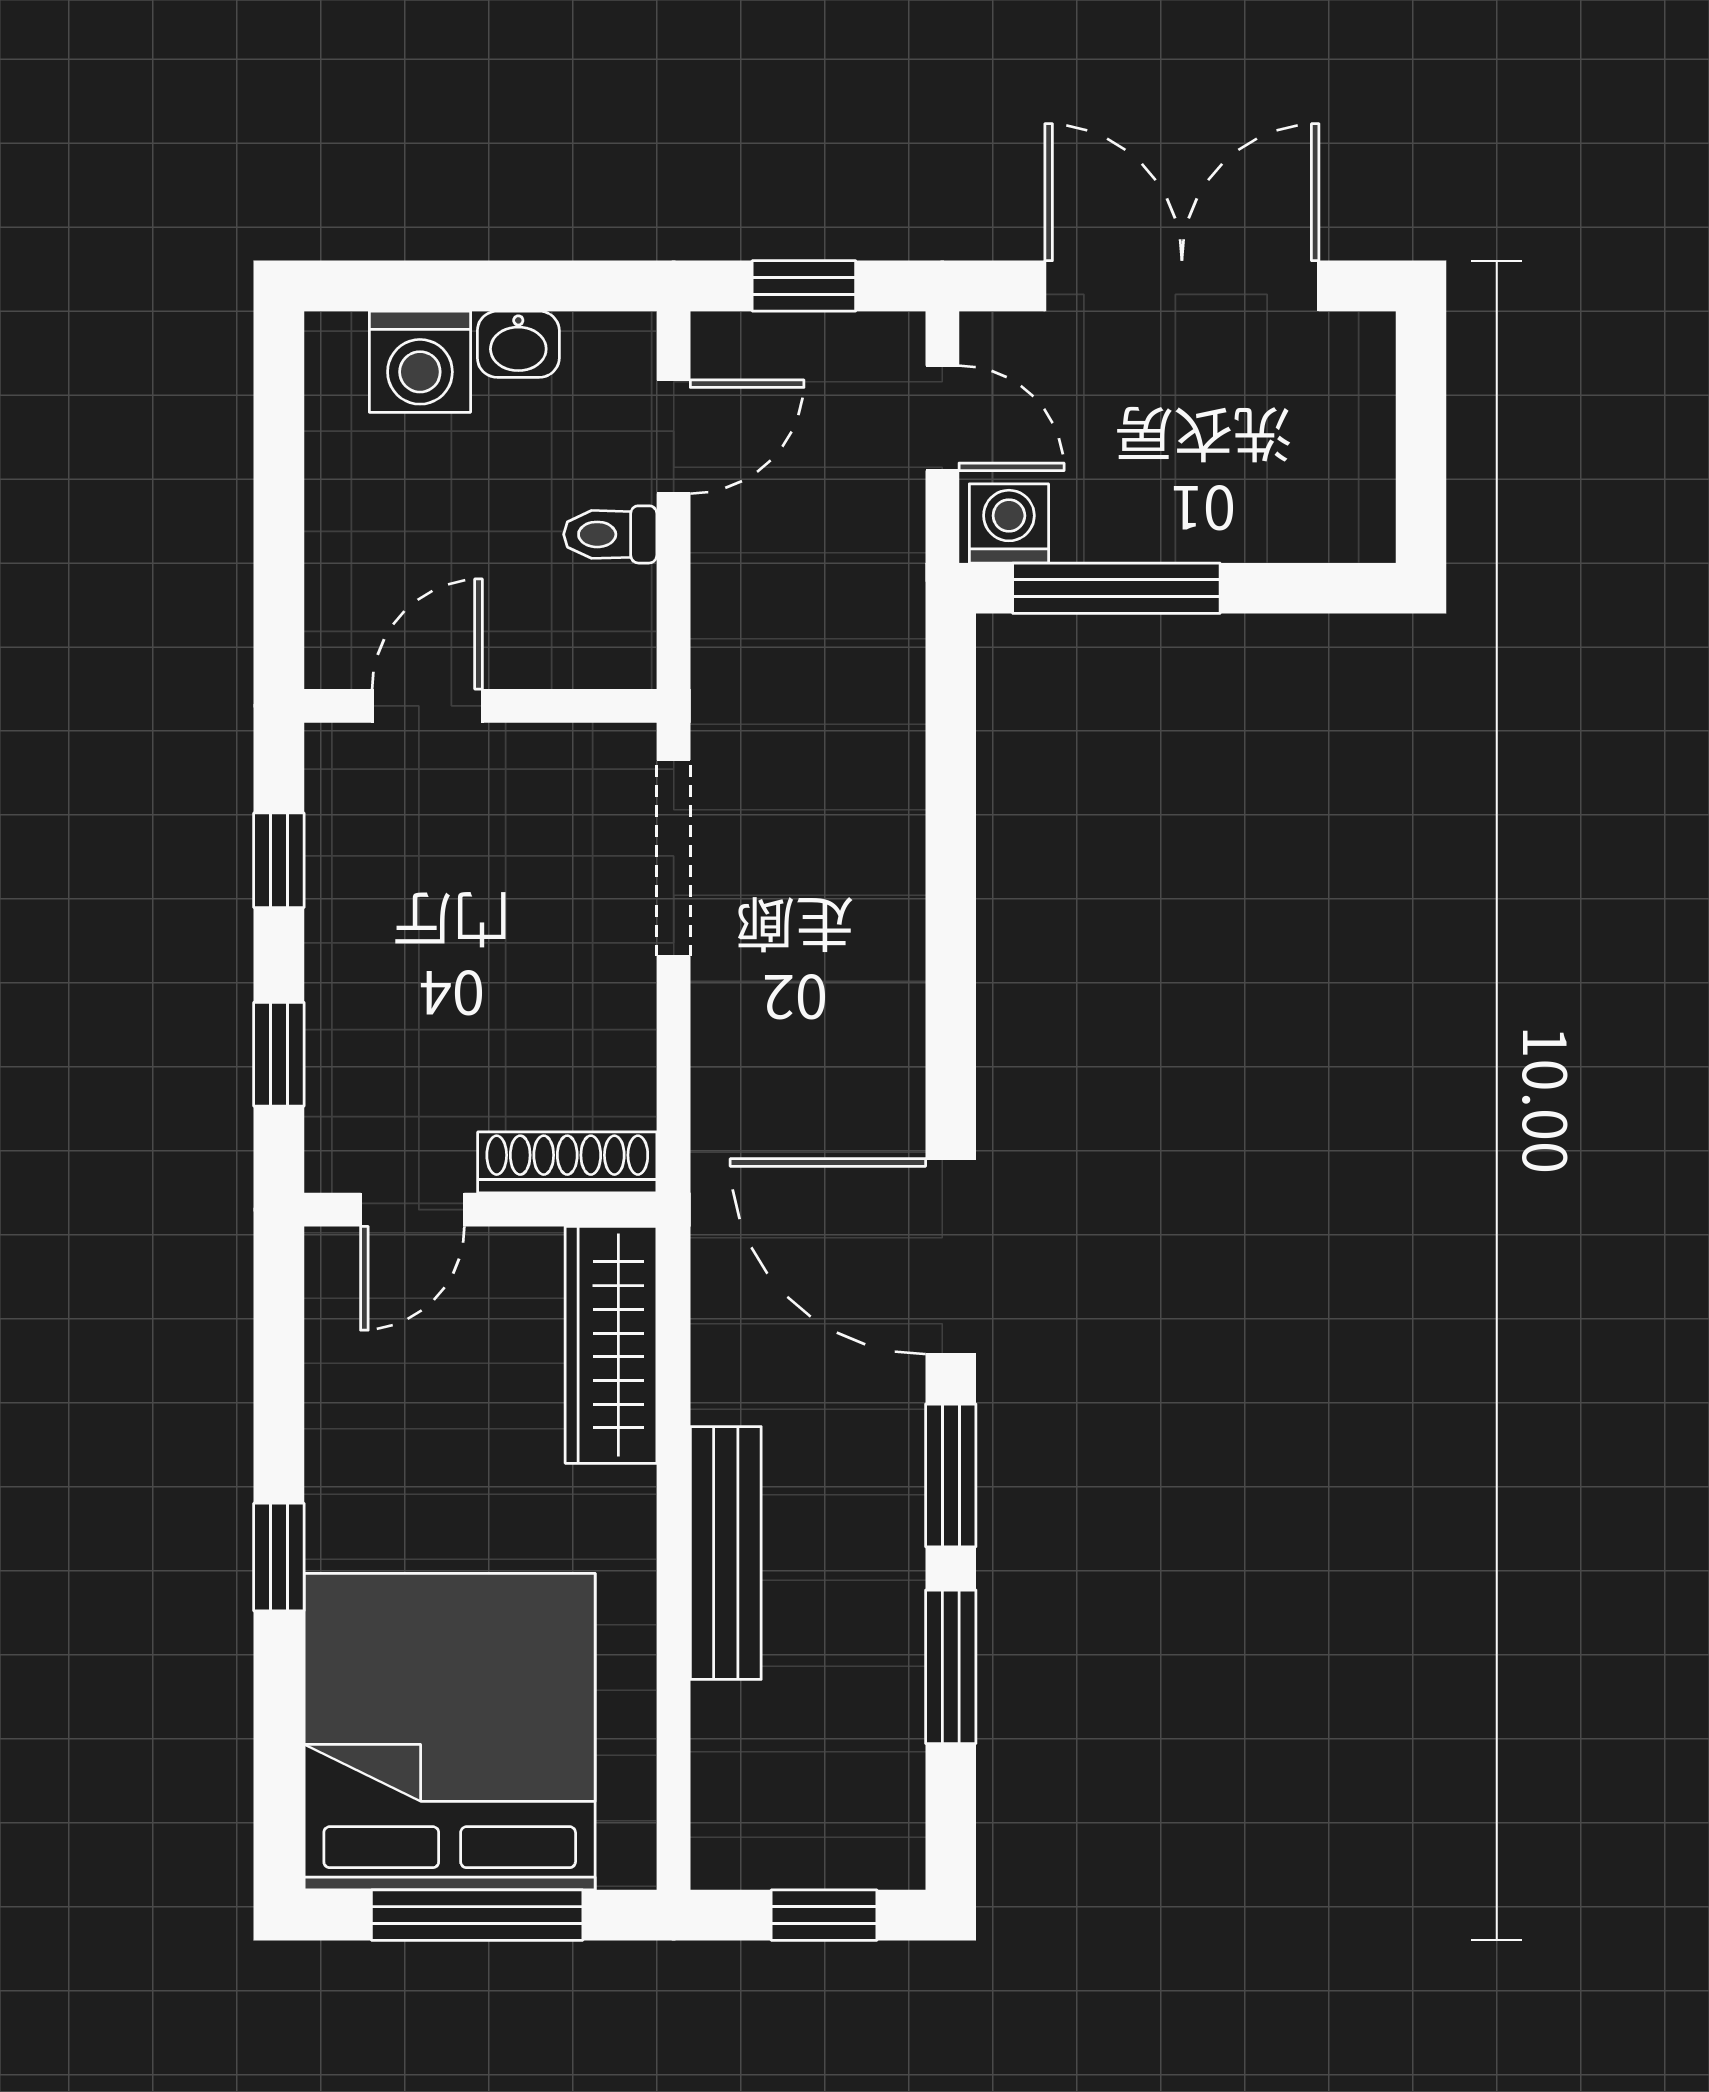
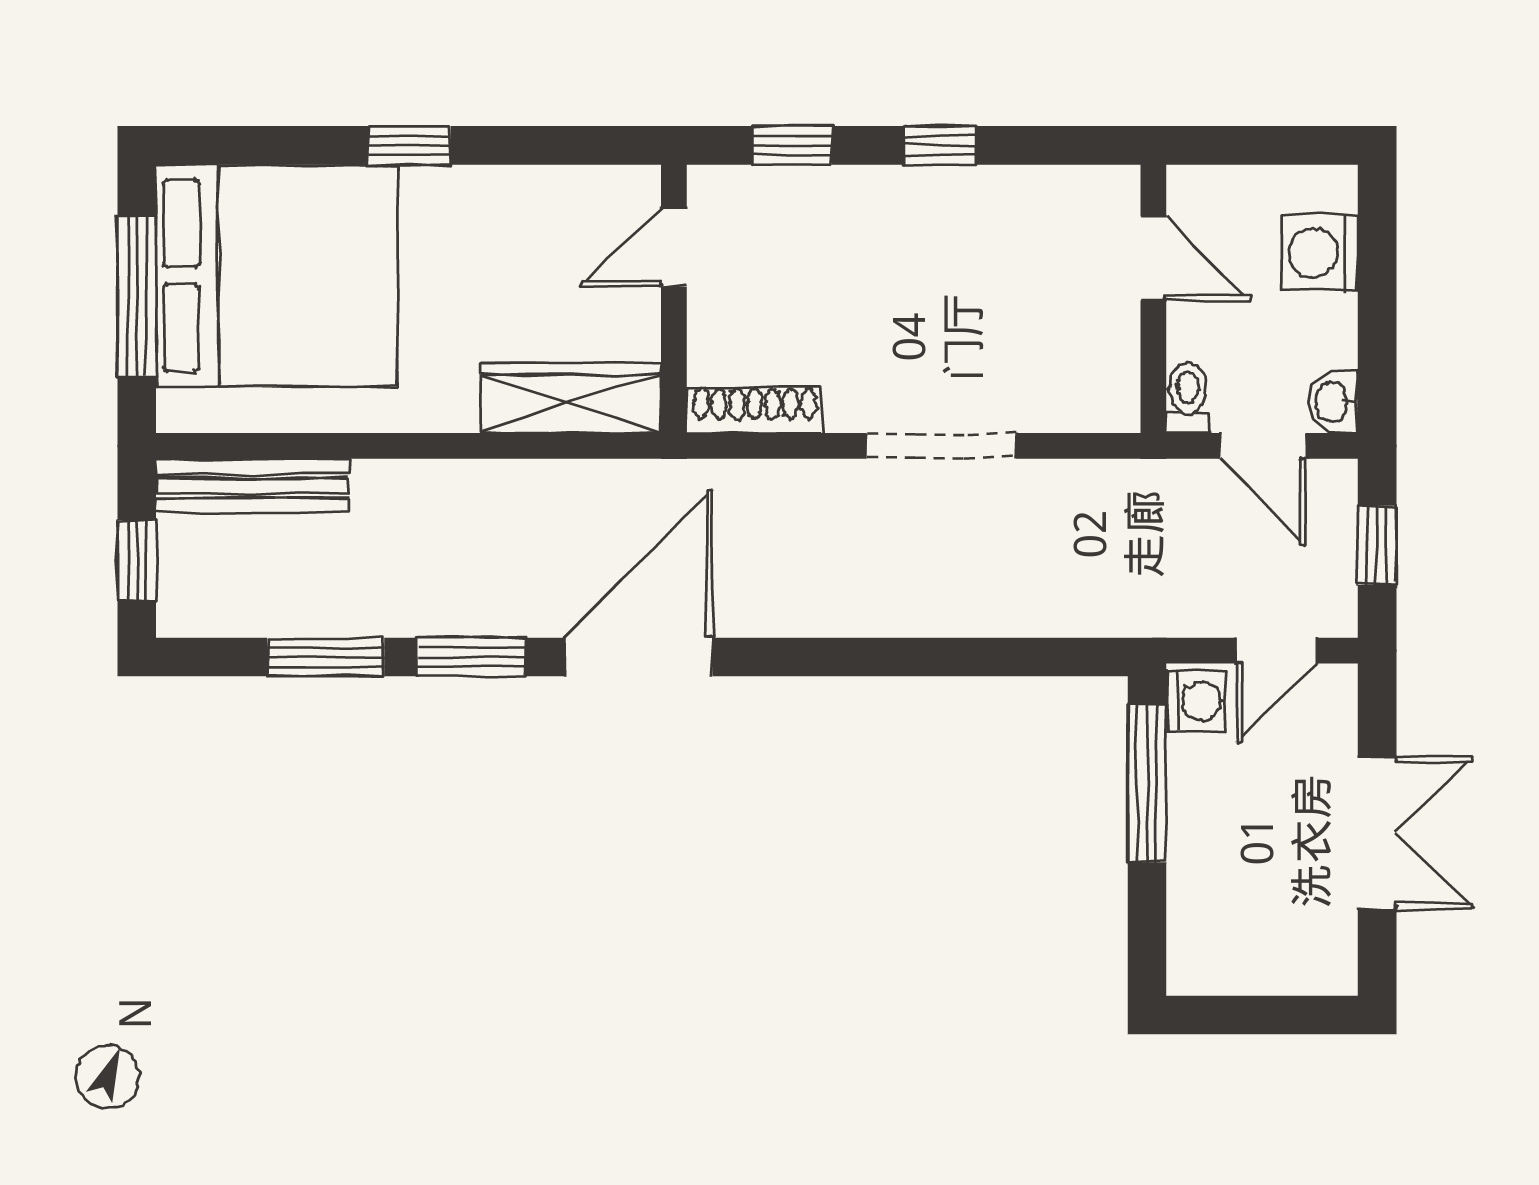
double door: (1182, 286) -> (1377, 833), width x0.73
washbasin: (518, 344) -> (1333, 402), moved
door: (427, 706) -> (1153, 258), moved
wall: (480, 706) -> (1153, 299), moved
shoe rack: (567, 1162) -> (755, 410), moved, turned -90
door: (412, 1210) -> (674, 247), hinge flipped
bench: (726, 1553) -> (252, 486), moved

